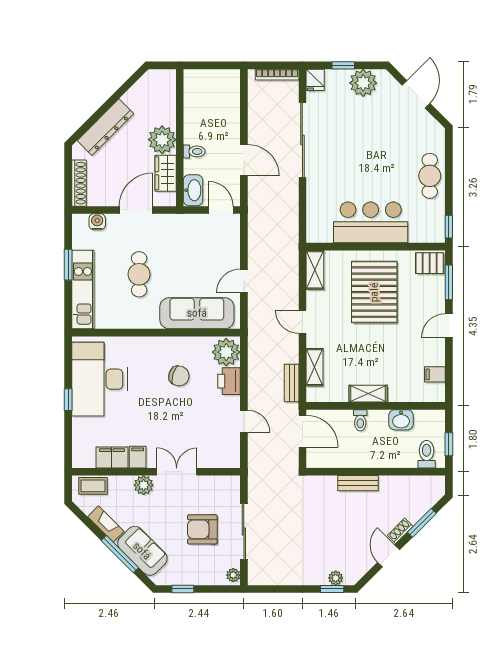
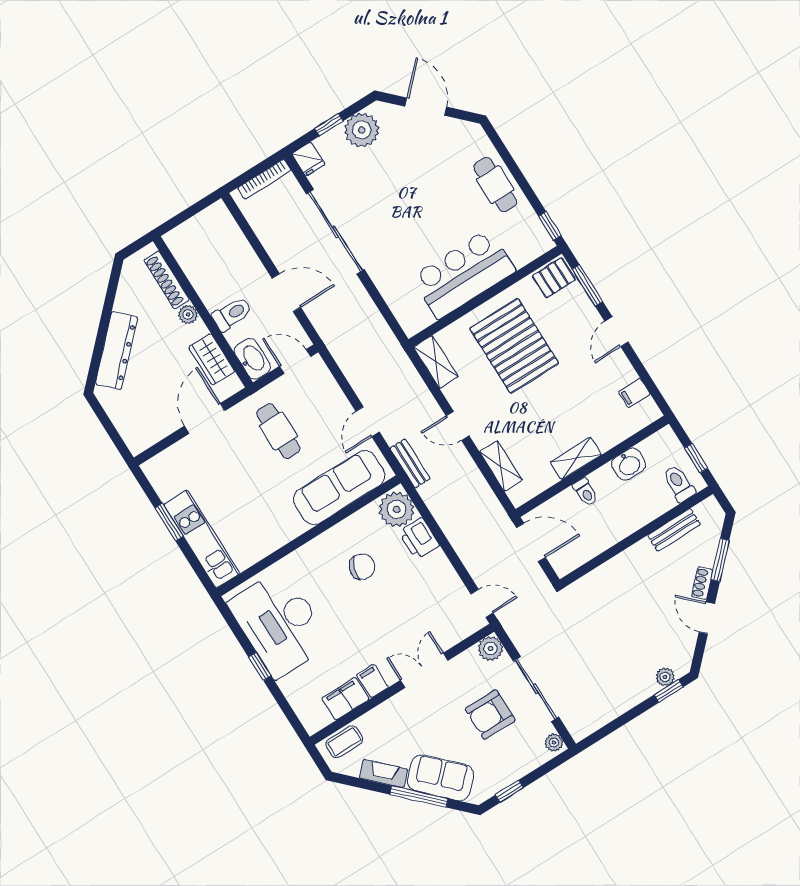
plant: (162, 140) -> (188, 314), width x0.53, depth x0.53
toilet: (194, 151) -> (232, 314), width x1.37, depth x1.39
shoe rack: (79, 183) -> (167, 280), moved, turned 180
water cooler: (97, 222) -> (171, 457), removed
cafe table: (139, 274) -> (278, 431), moved
bench: (292, 383) -> (410, 463), moved
door: (244, 421) -> (482, 603), moved
bench: (358, 483) -> (674, 530), moved
plant: (144, 485) -> (490, 649), moved

